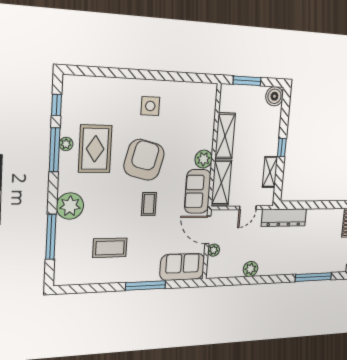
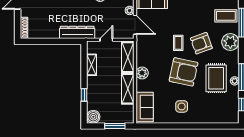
window: (282, 147) -> (84, 95), moved
armchair: (144, 160) -> (184, 72), turned -92
sofa: (198, 191) -> (145, 107), moved
armchair: (115, 204) -> (201, 43), added
coffee table: (110, 248) -> (226, 16), moved

